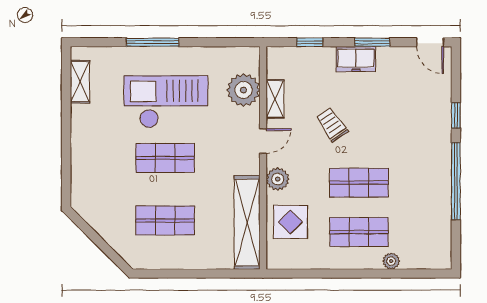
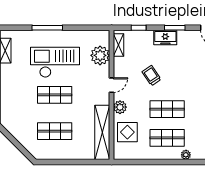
shelving: (275, 99) -> (118, 45), moved

